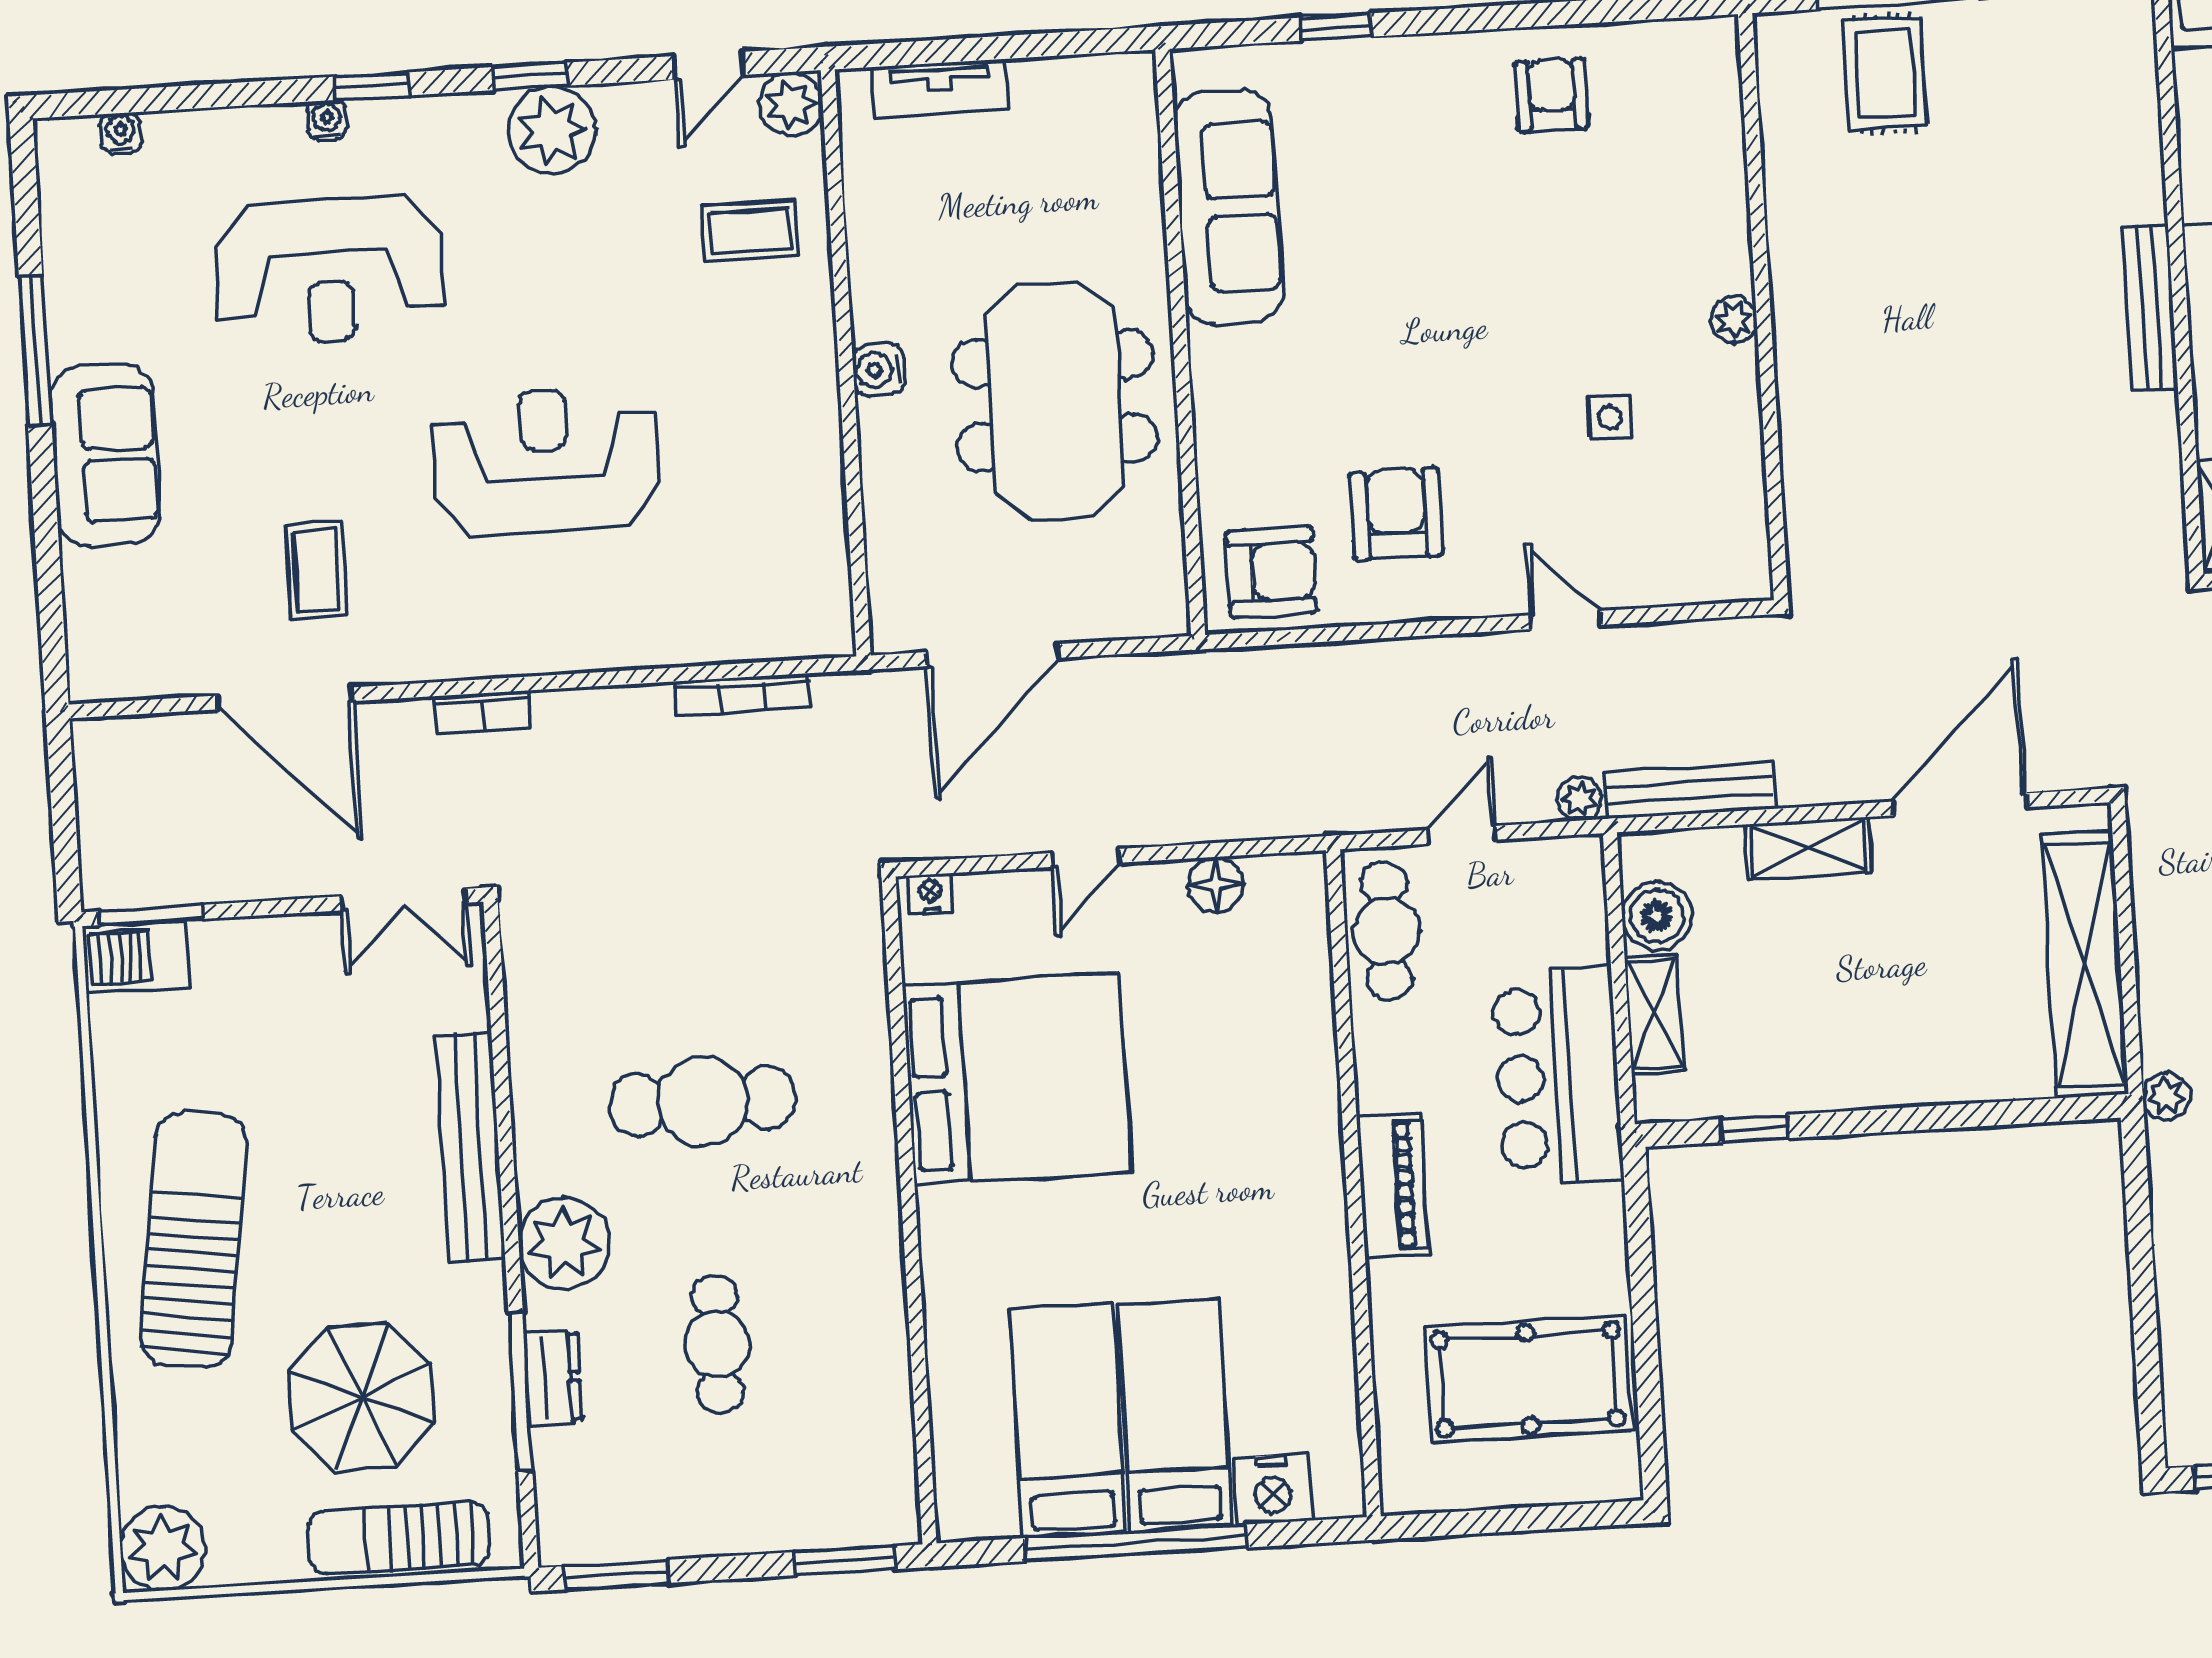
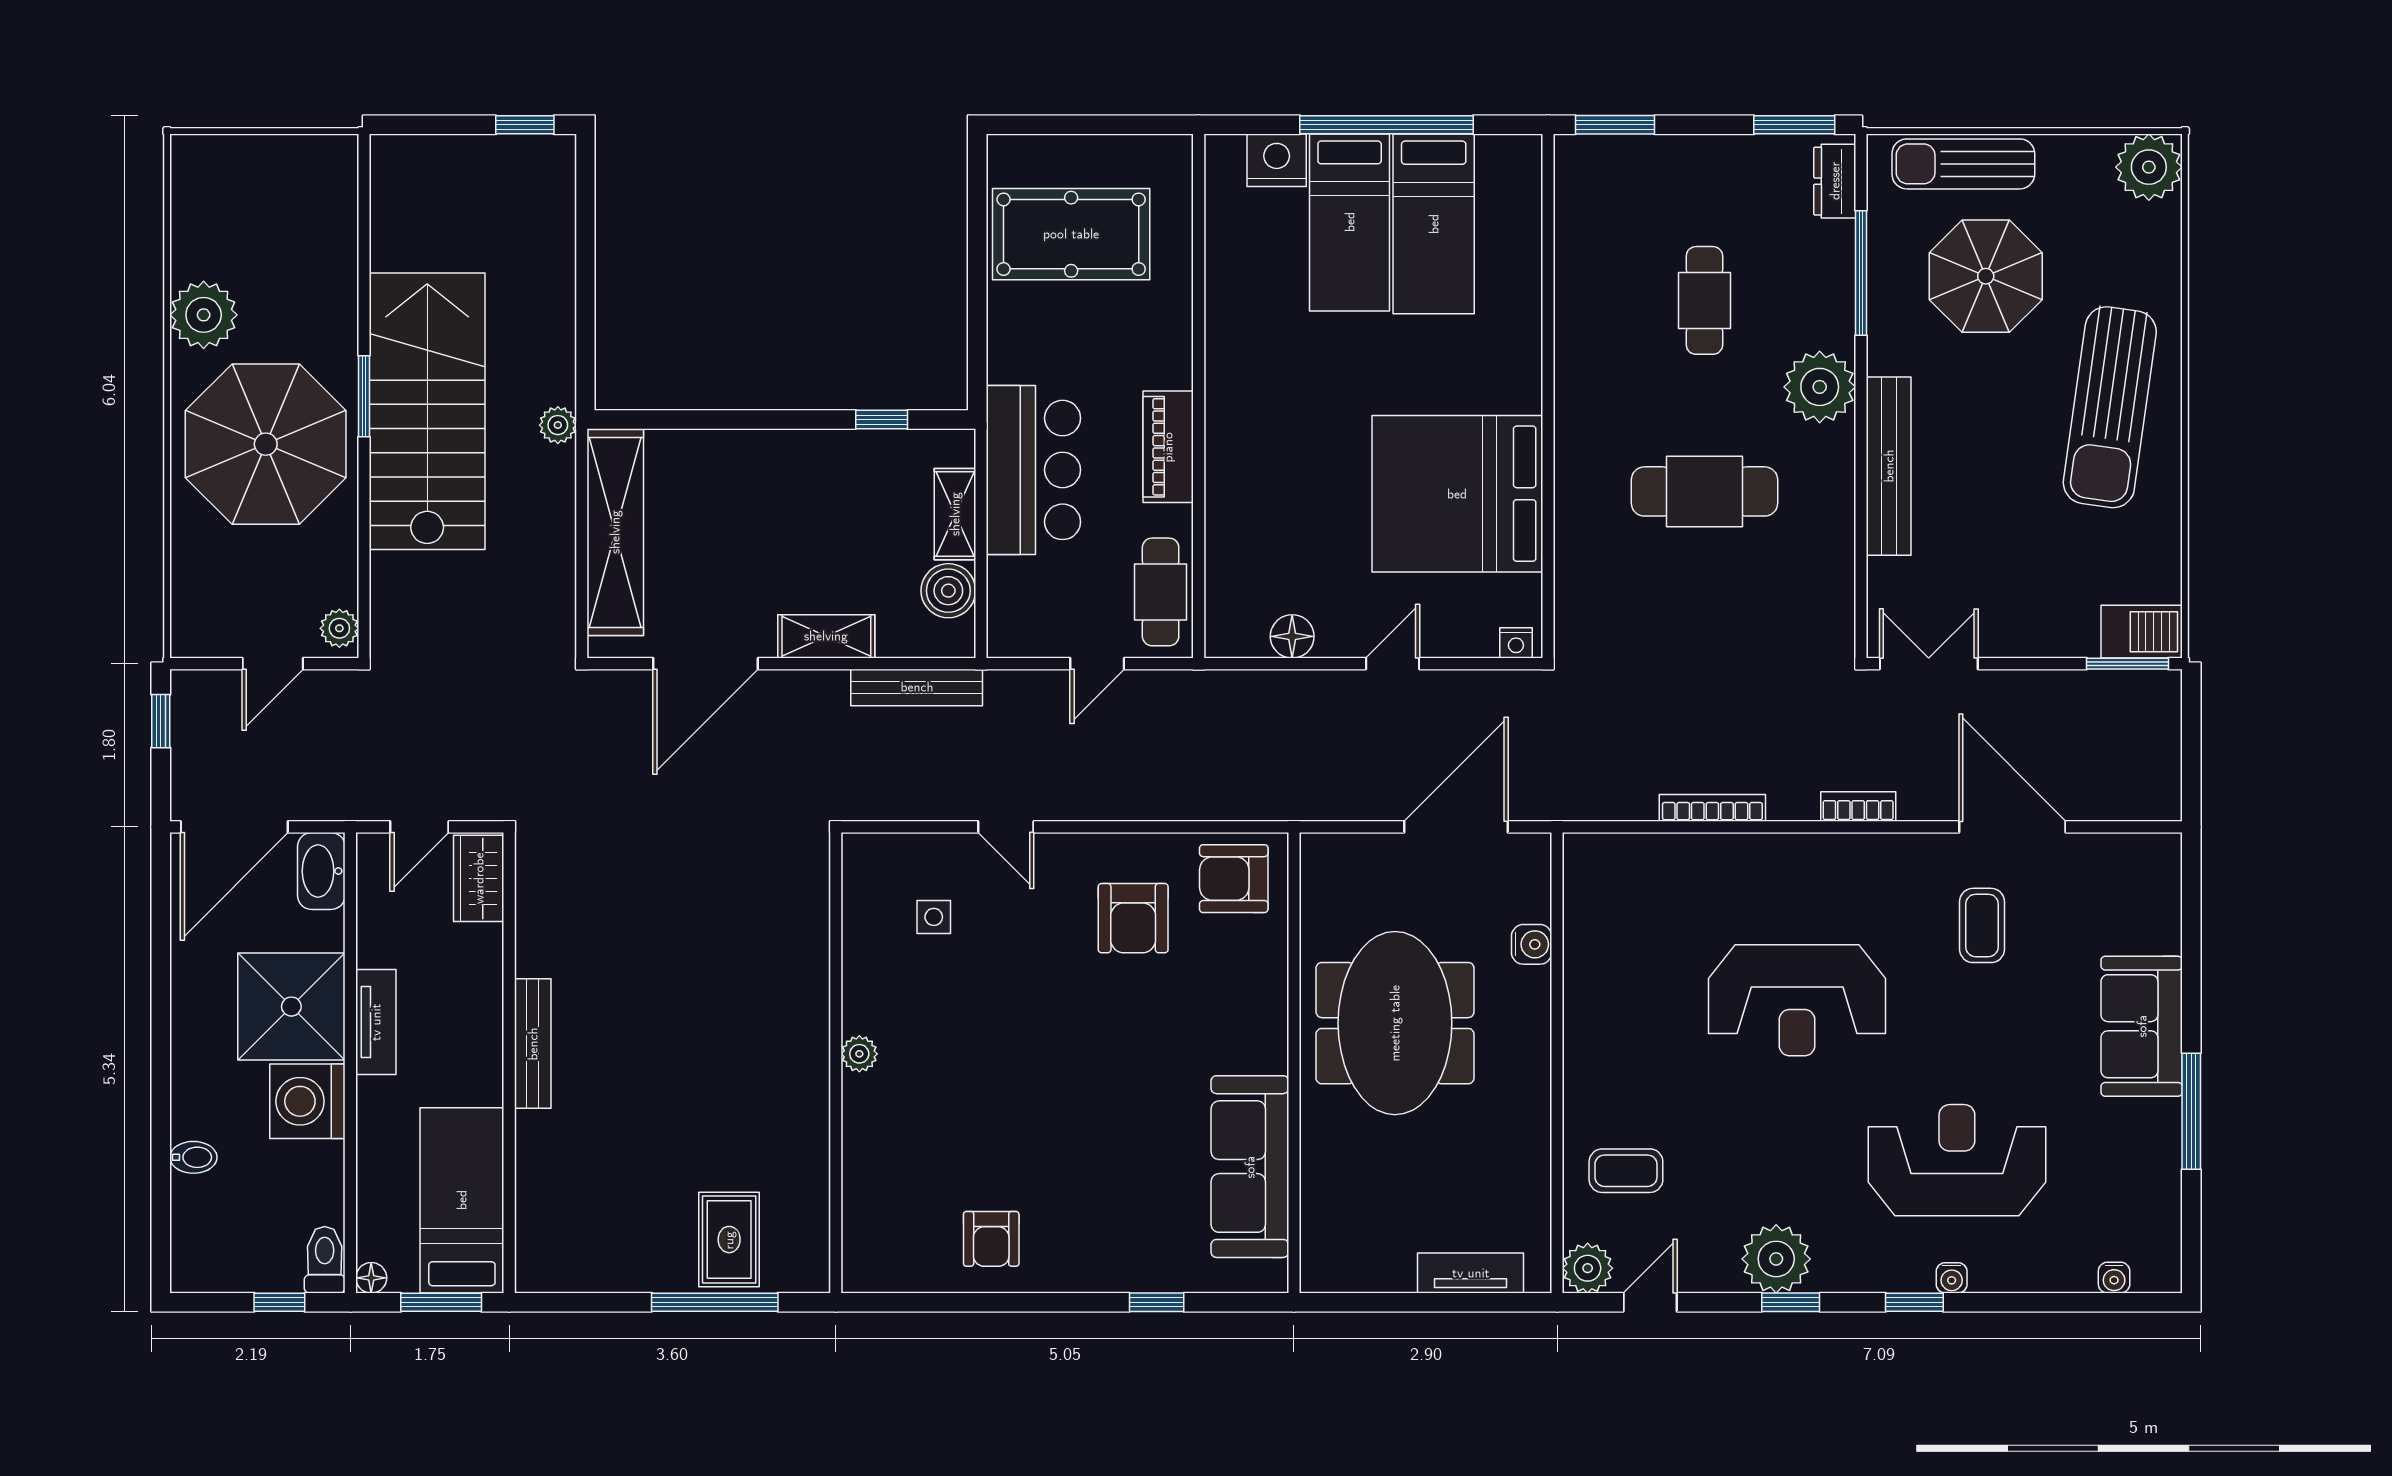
water cooler: (879, 370) -> (1532, 944), moved
side table: (1610, 417) -> (934, 917), moved
bookcase: (742, 695) -> (1712, 808), moved
plant: (1580, 799) -> (1003, 686), removed
piano: (1392, 1185) -> (1168, 447), moved
dresser: (553, 1378) -> (1835, 181), moved
sun lounger: (399, 1538) -> (1963, 164), turned 180

